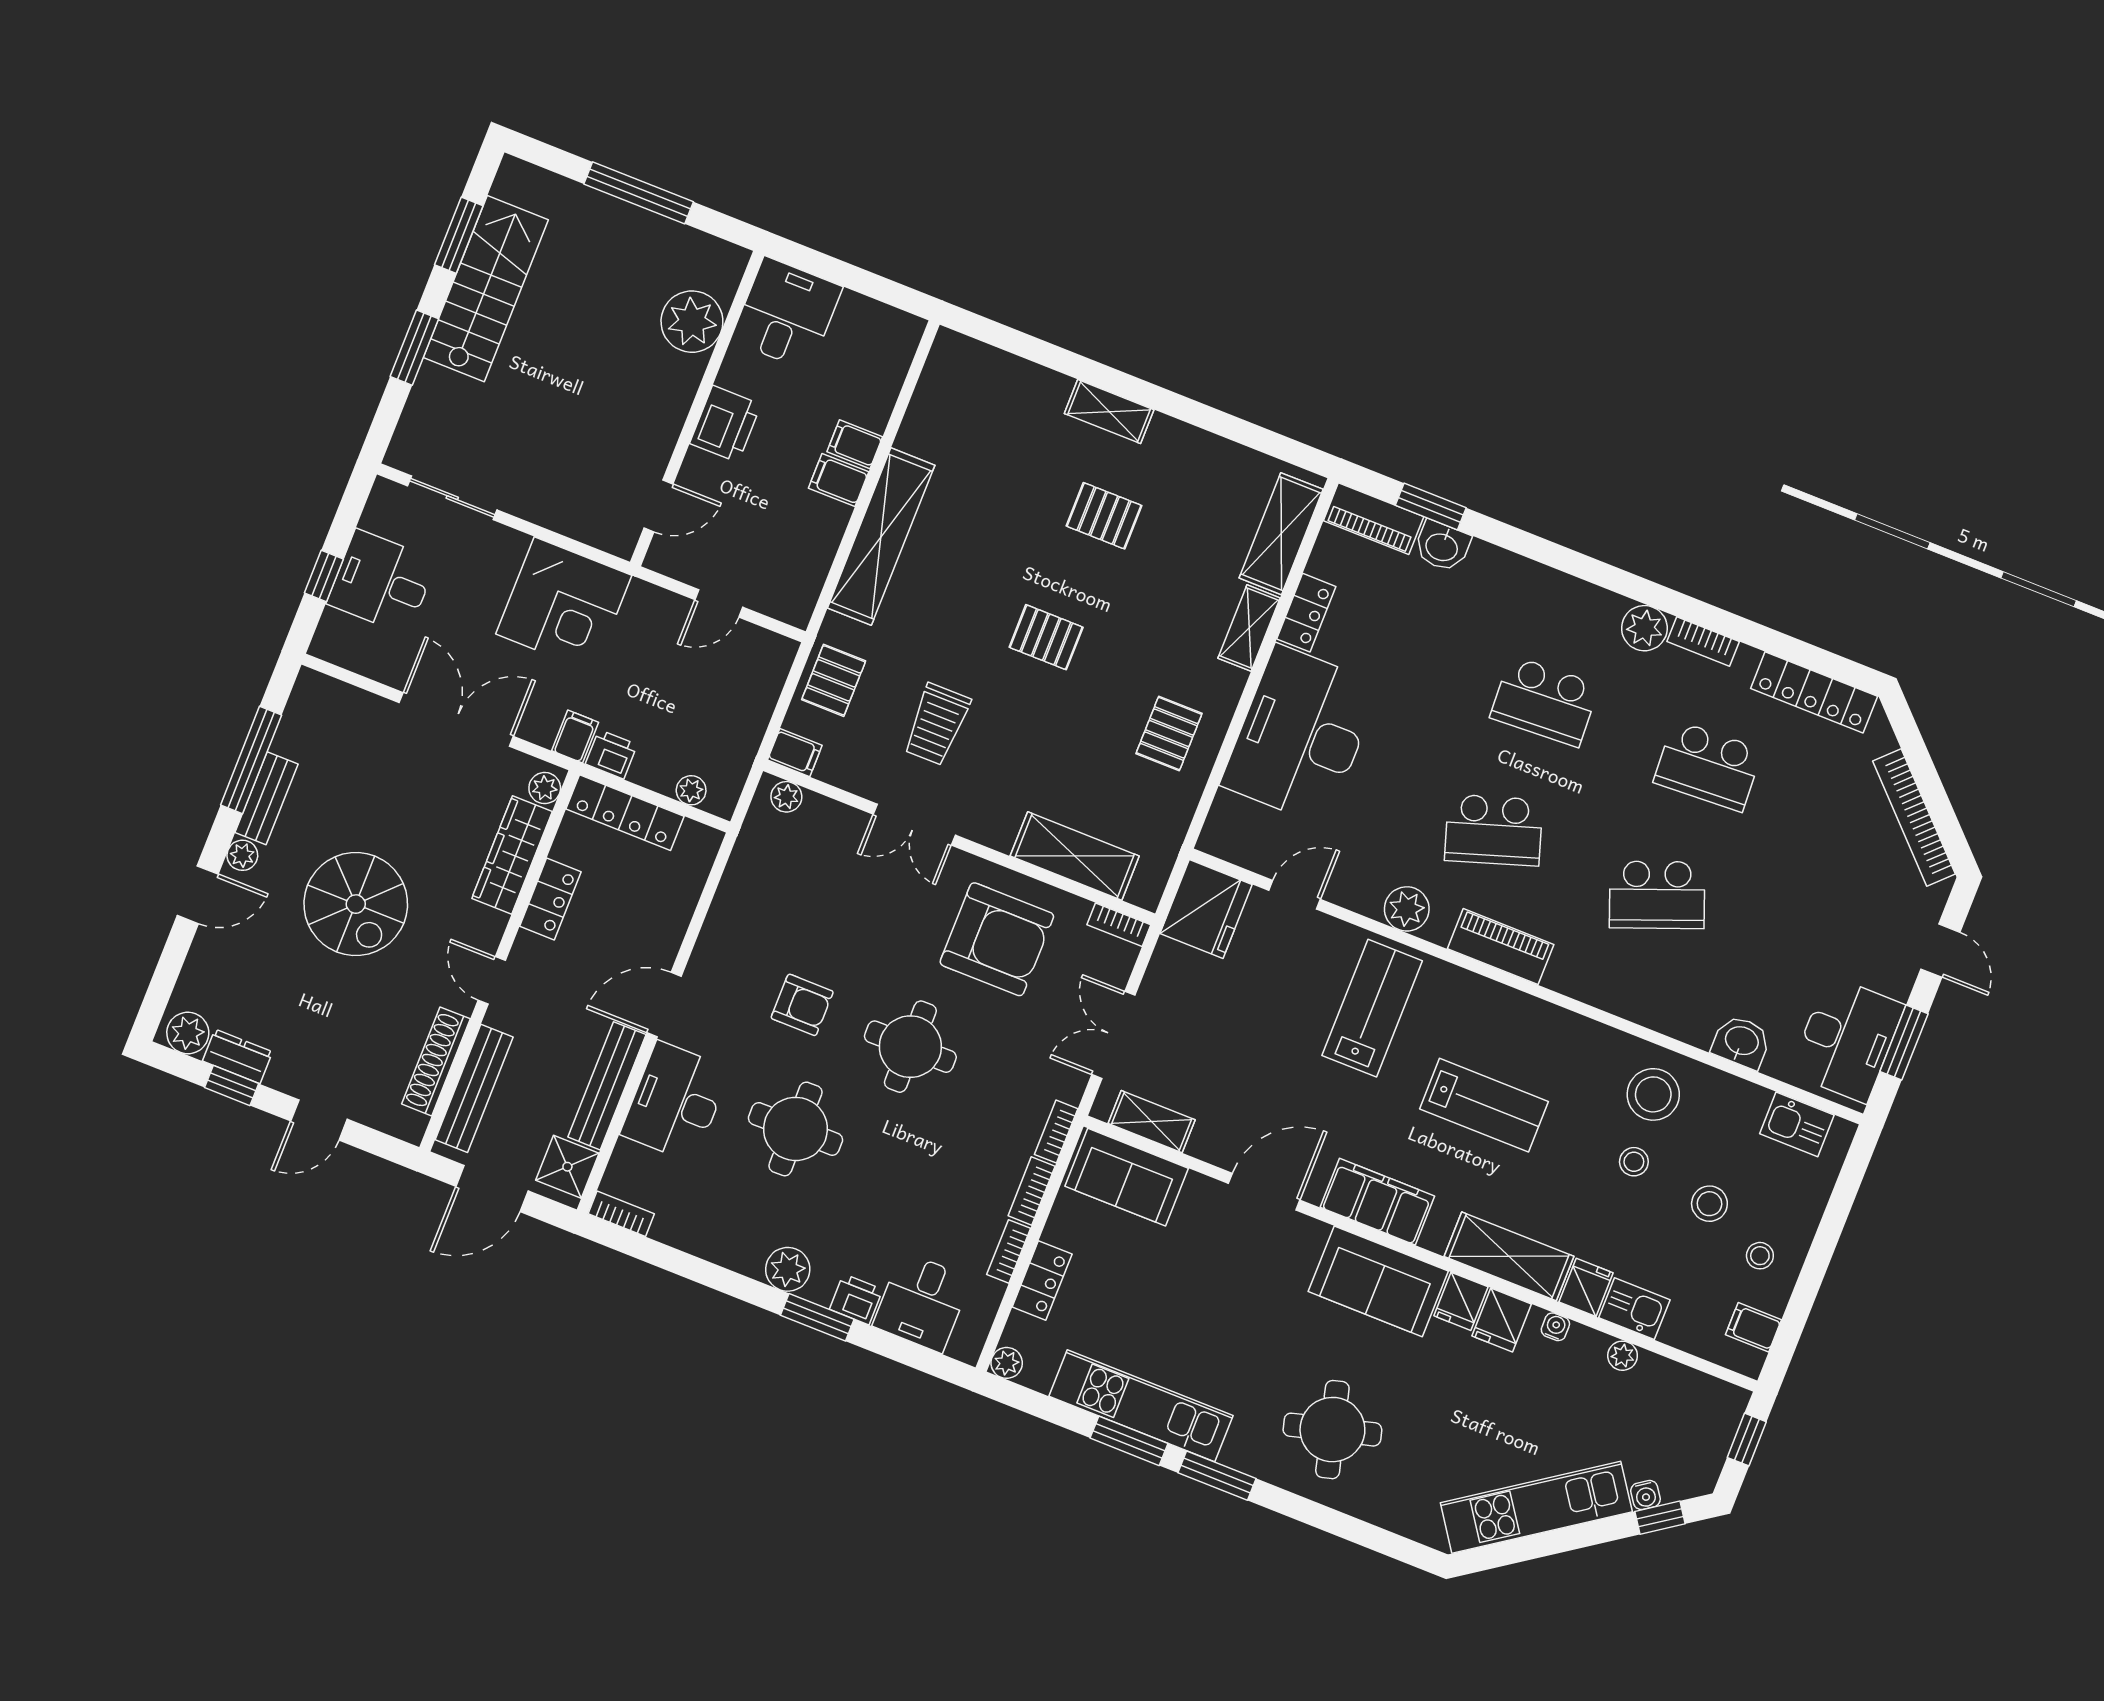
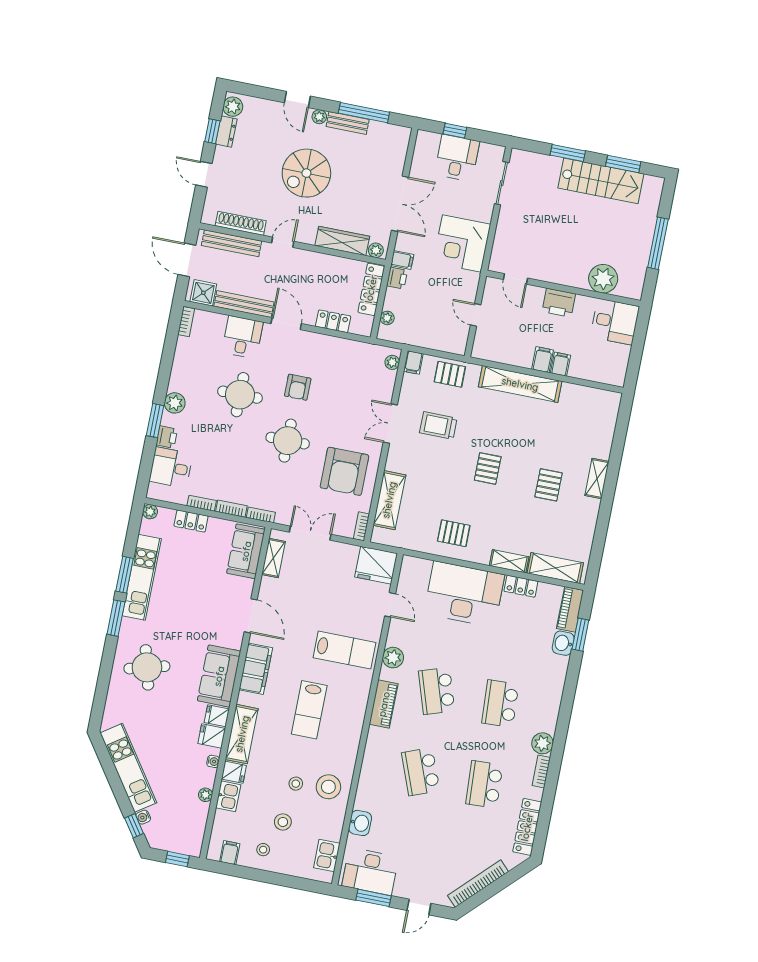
locker: (550, 899) -> (333, 321), moved, turned 180
desk: (675, 1102) -> (242, 337), width x0.73

